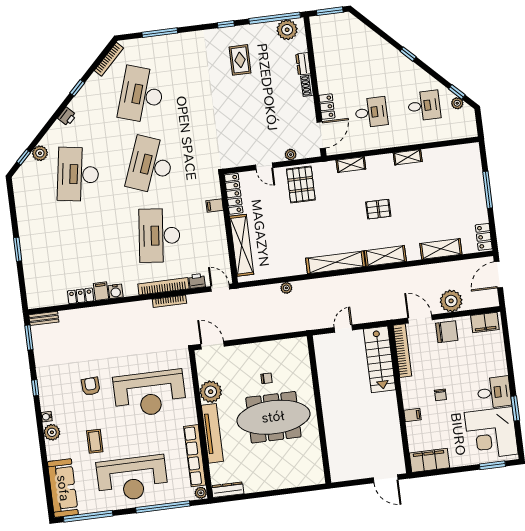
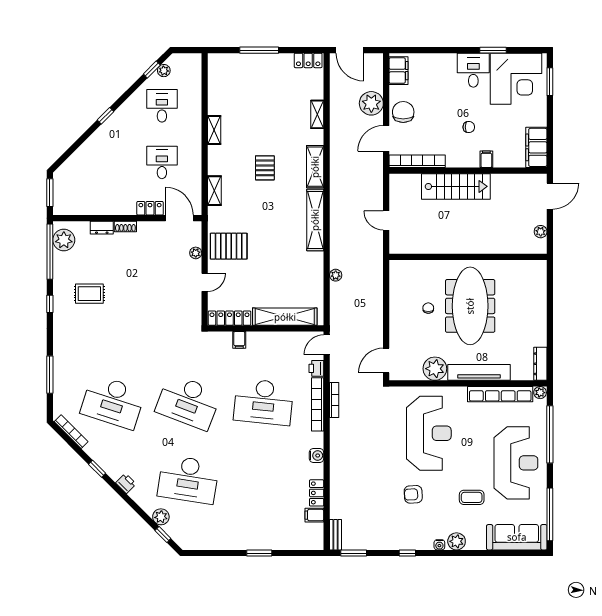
shelving: (441, 249) -> (317, 114), width x0.67, depth x0.75
filing cabinet: (101, 291) -> (314, 515), moved
stairs: (380, 359) -> (456, 186), moved
plant: (351, 474) -> (541, 232), added

